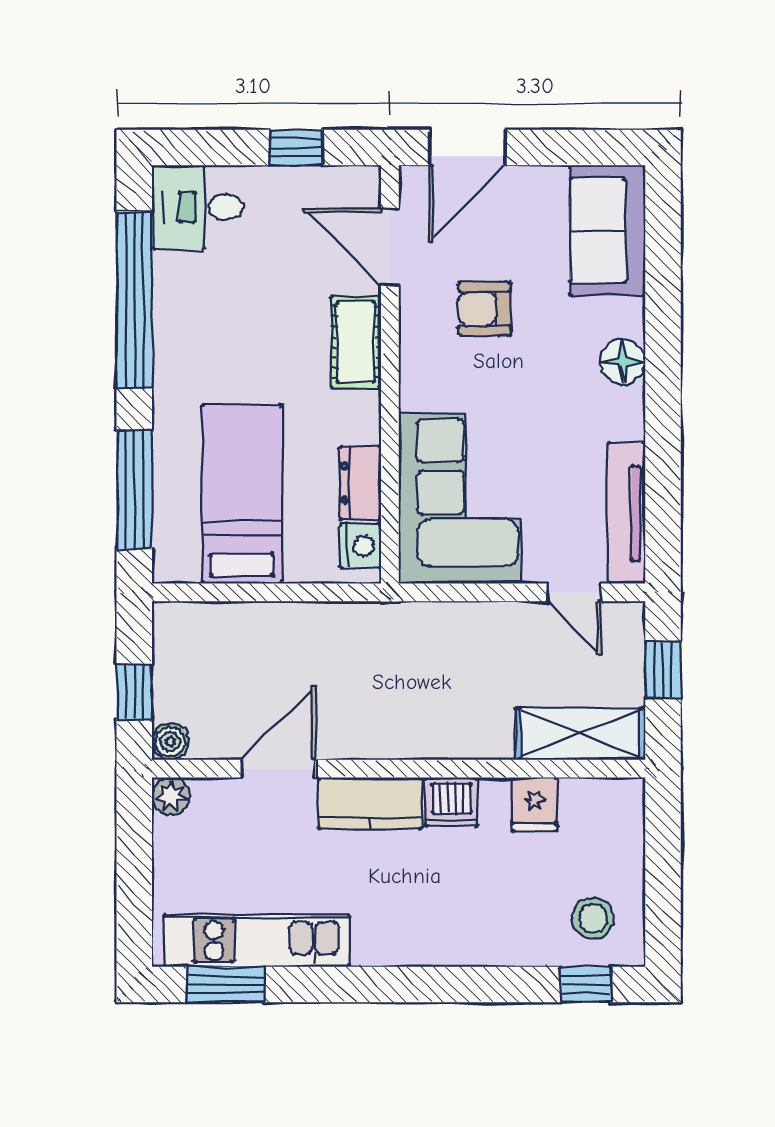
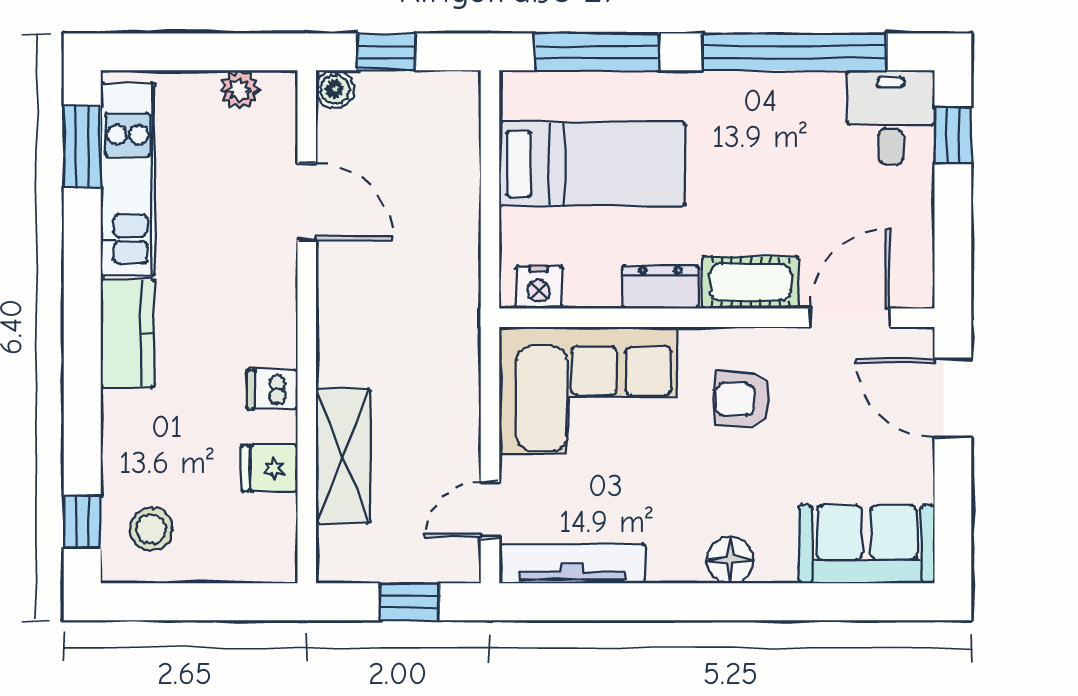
window: (296, 147) -> (953, 135), moved
armchair: (485, 309) -> (743, 400), moved, turned -88
dresser: (360, 483) -> (660, 287), moved
shelving: (580, 734) -> (343, 456), moved
plant: (171, 796) -> (239, 90), moved
dishwasher: (452, 802) -> (272, 389), width x0.73
kitchen counter: (370, 803) -> (127, 333), moved, turned 180

